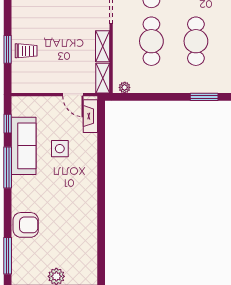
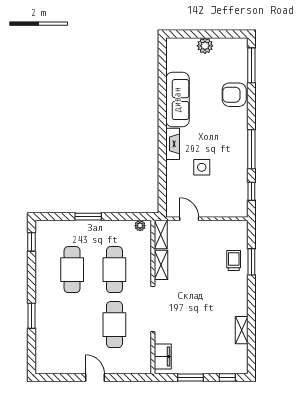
trolley: (26, 51) -> (234, 260), turned 90
window: (204, 97) -> (88, 217), moved
fireplace: (90, 116) -> (173, 144), moved
sofa: (24, 146) -> (177, 100), moved, turned 180

